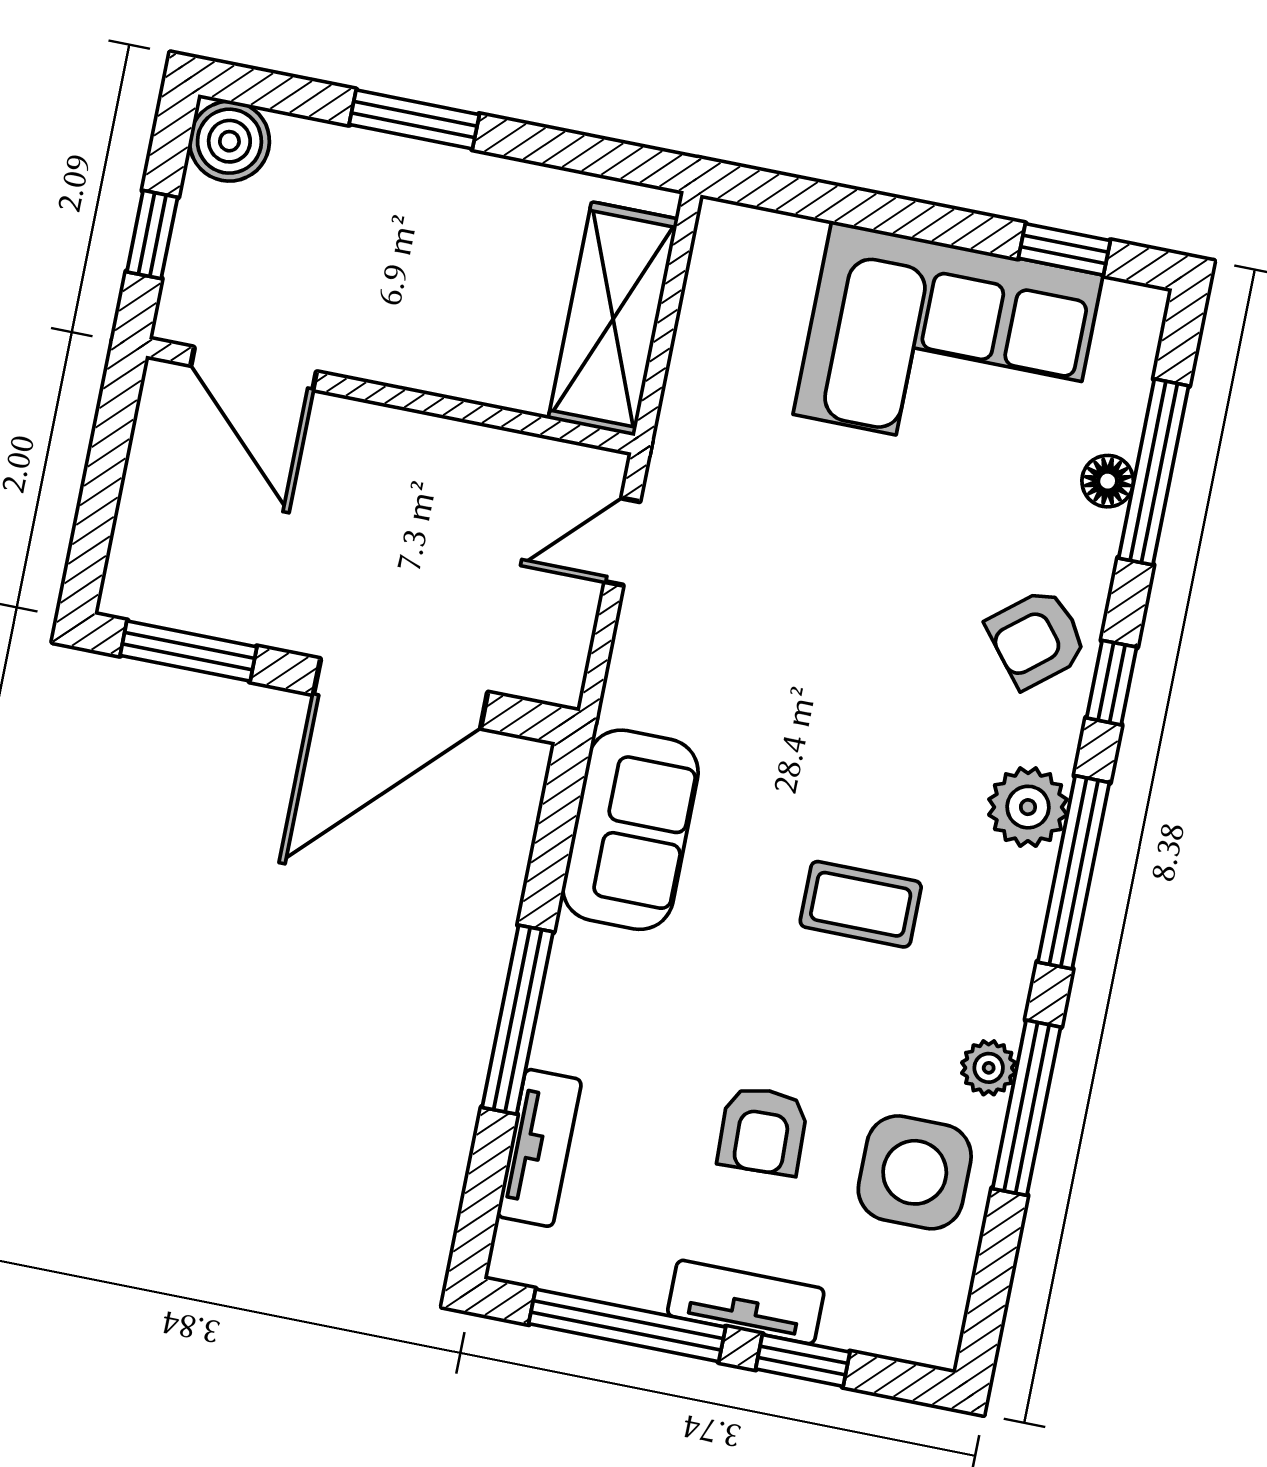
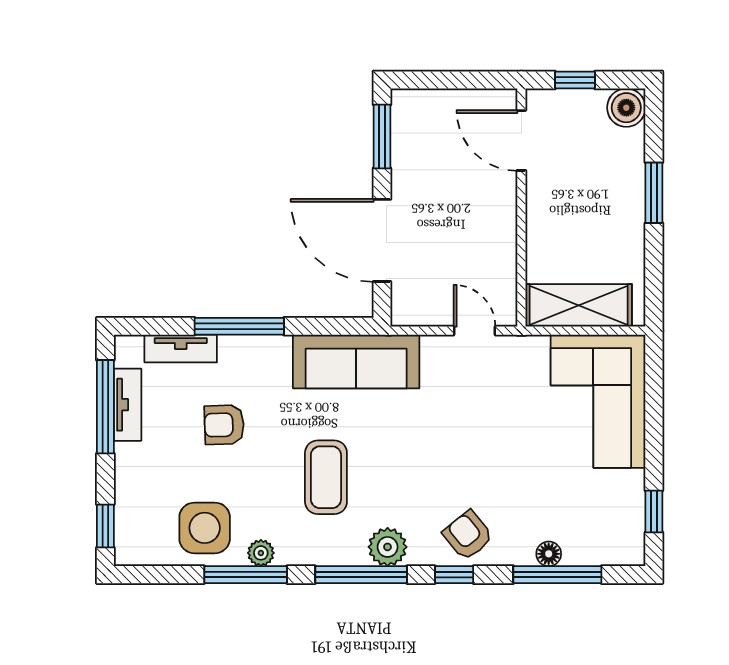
corner sofa: (948, 345) -> (598, 401), moved
door: (254, 369) -> (521, 140), hinge flipped
sofa: (630, 830) -> (356, 362), width x1.36
coffee table: (861, 904) -> (326, 477), width x1.36, depth x1.30
armchair: (763, 1131) -> (224, 425), moved
tv unit: (746, 1302) -> (128, 405), moved
window: (803, 1360) -> (105, 526), moved

